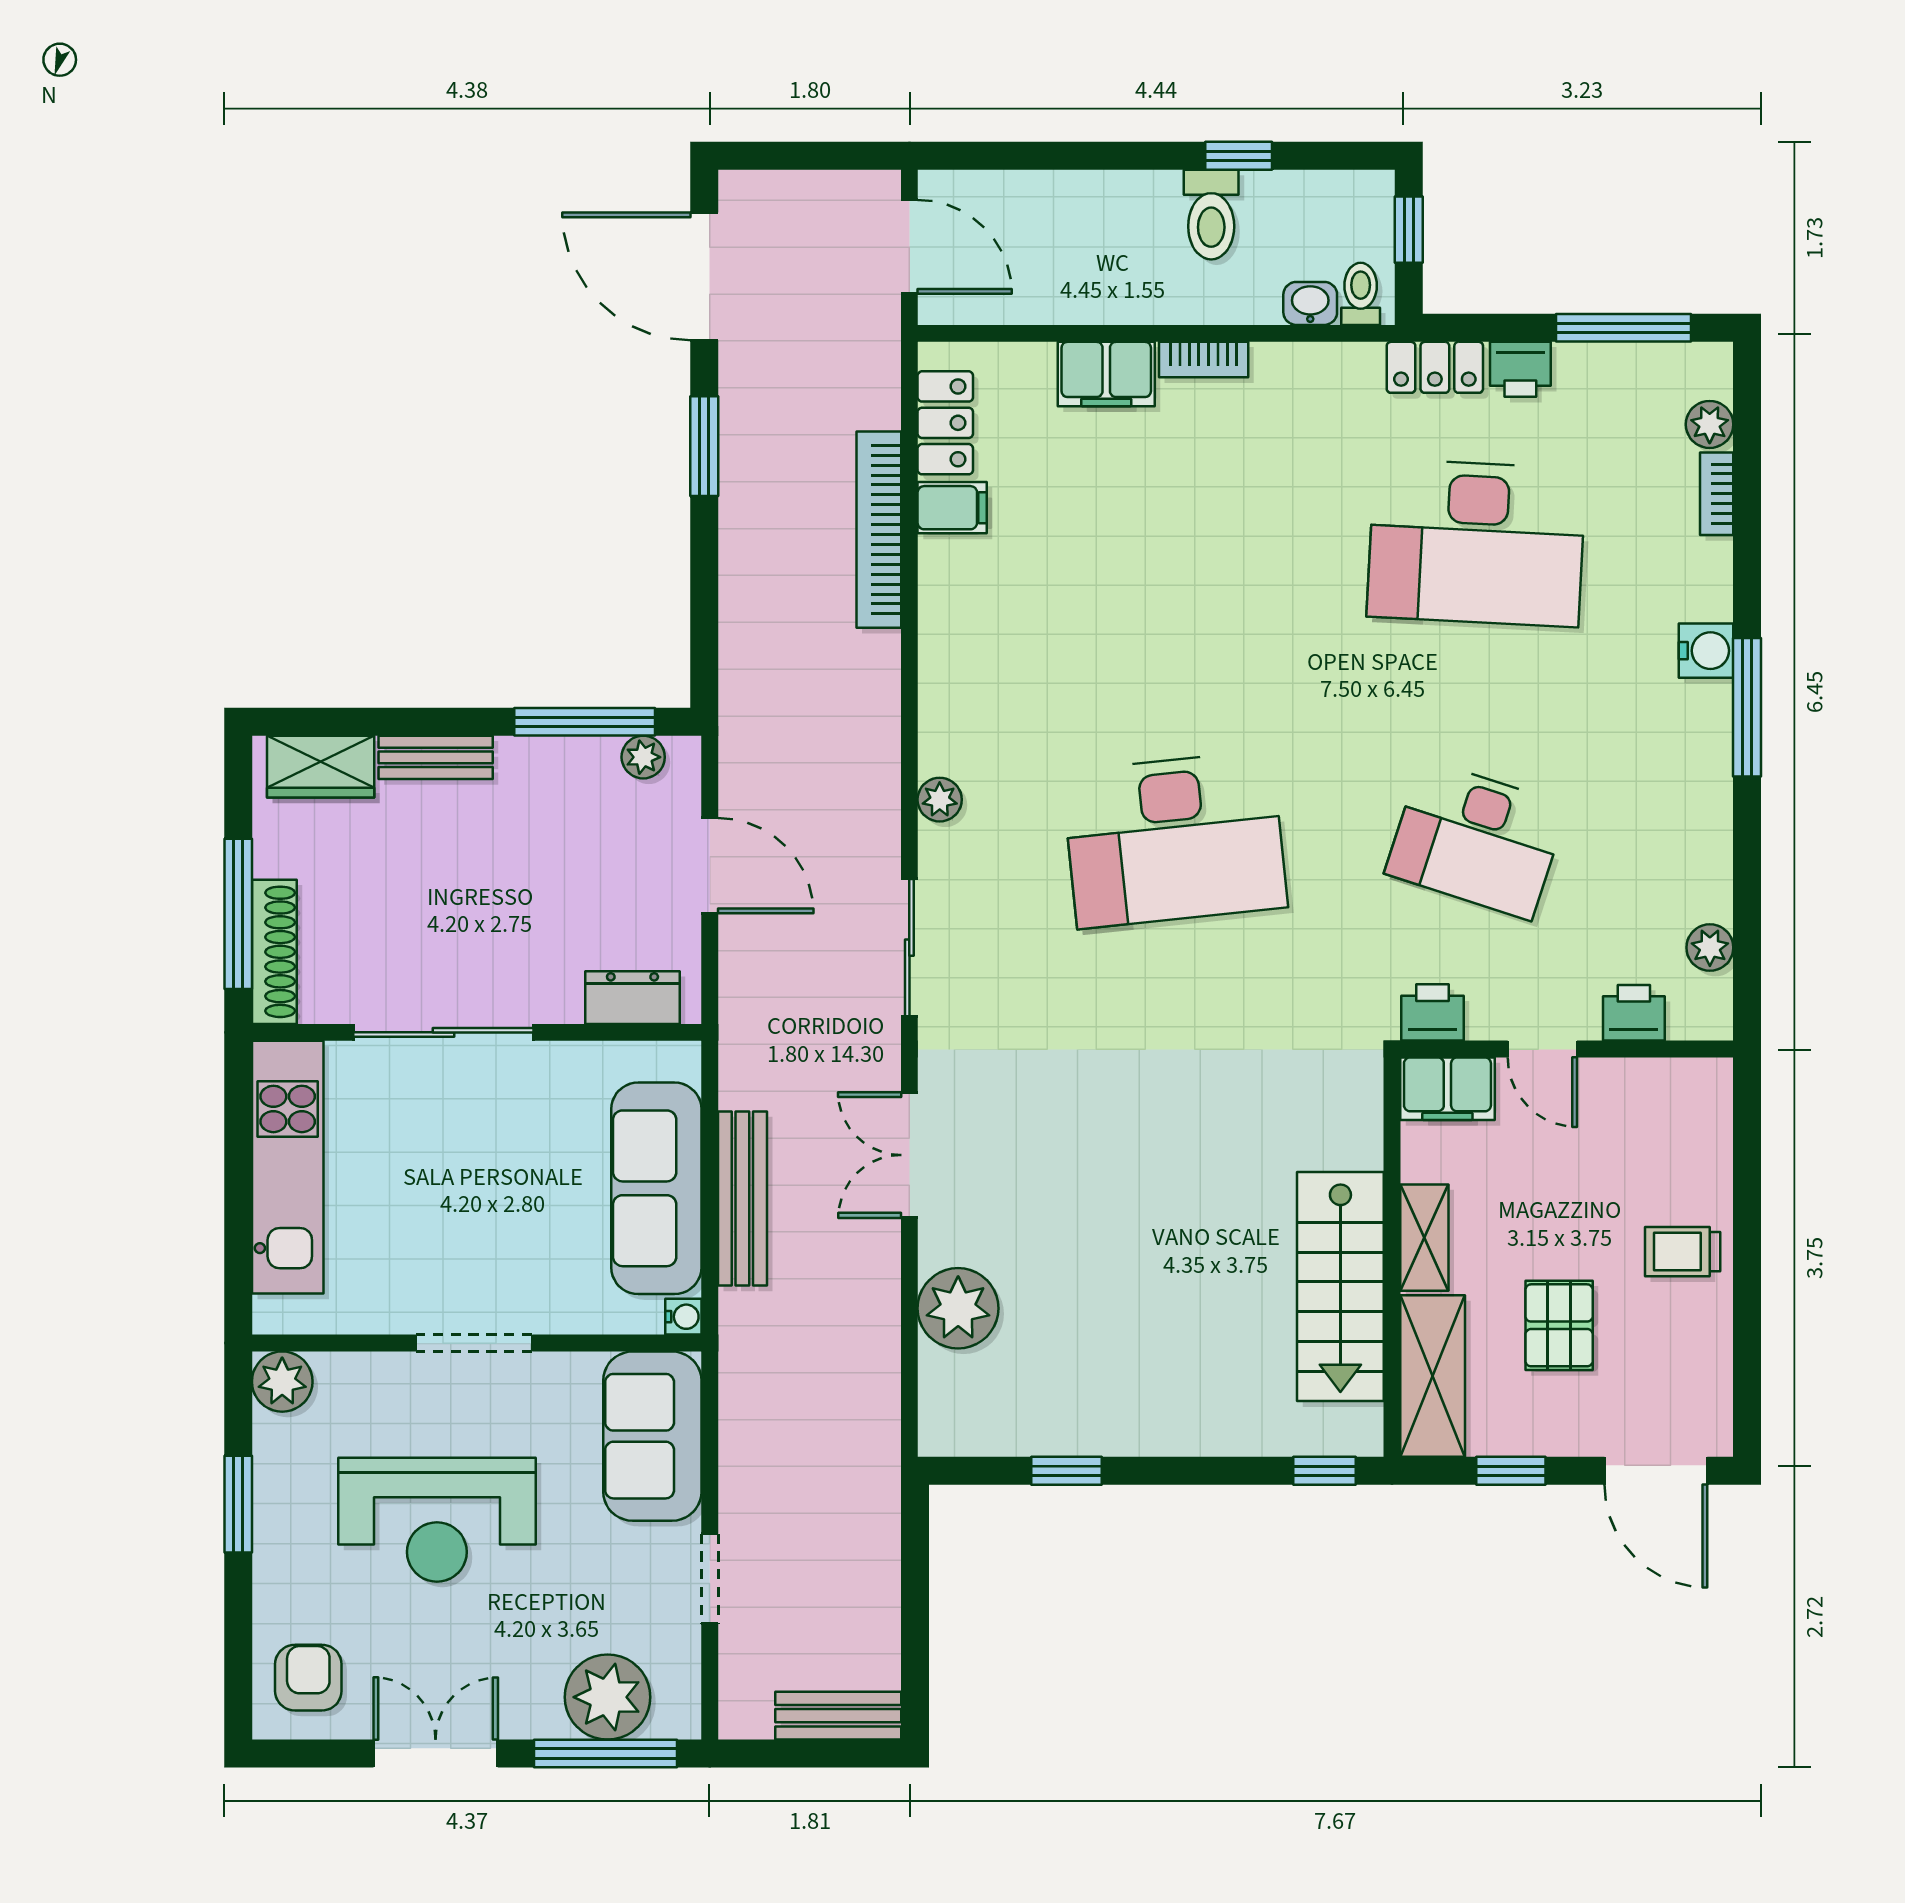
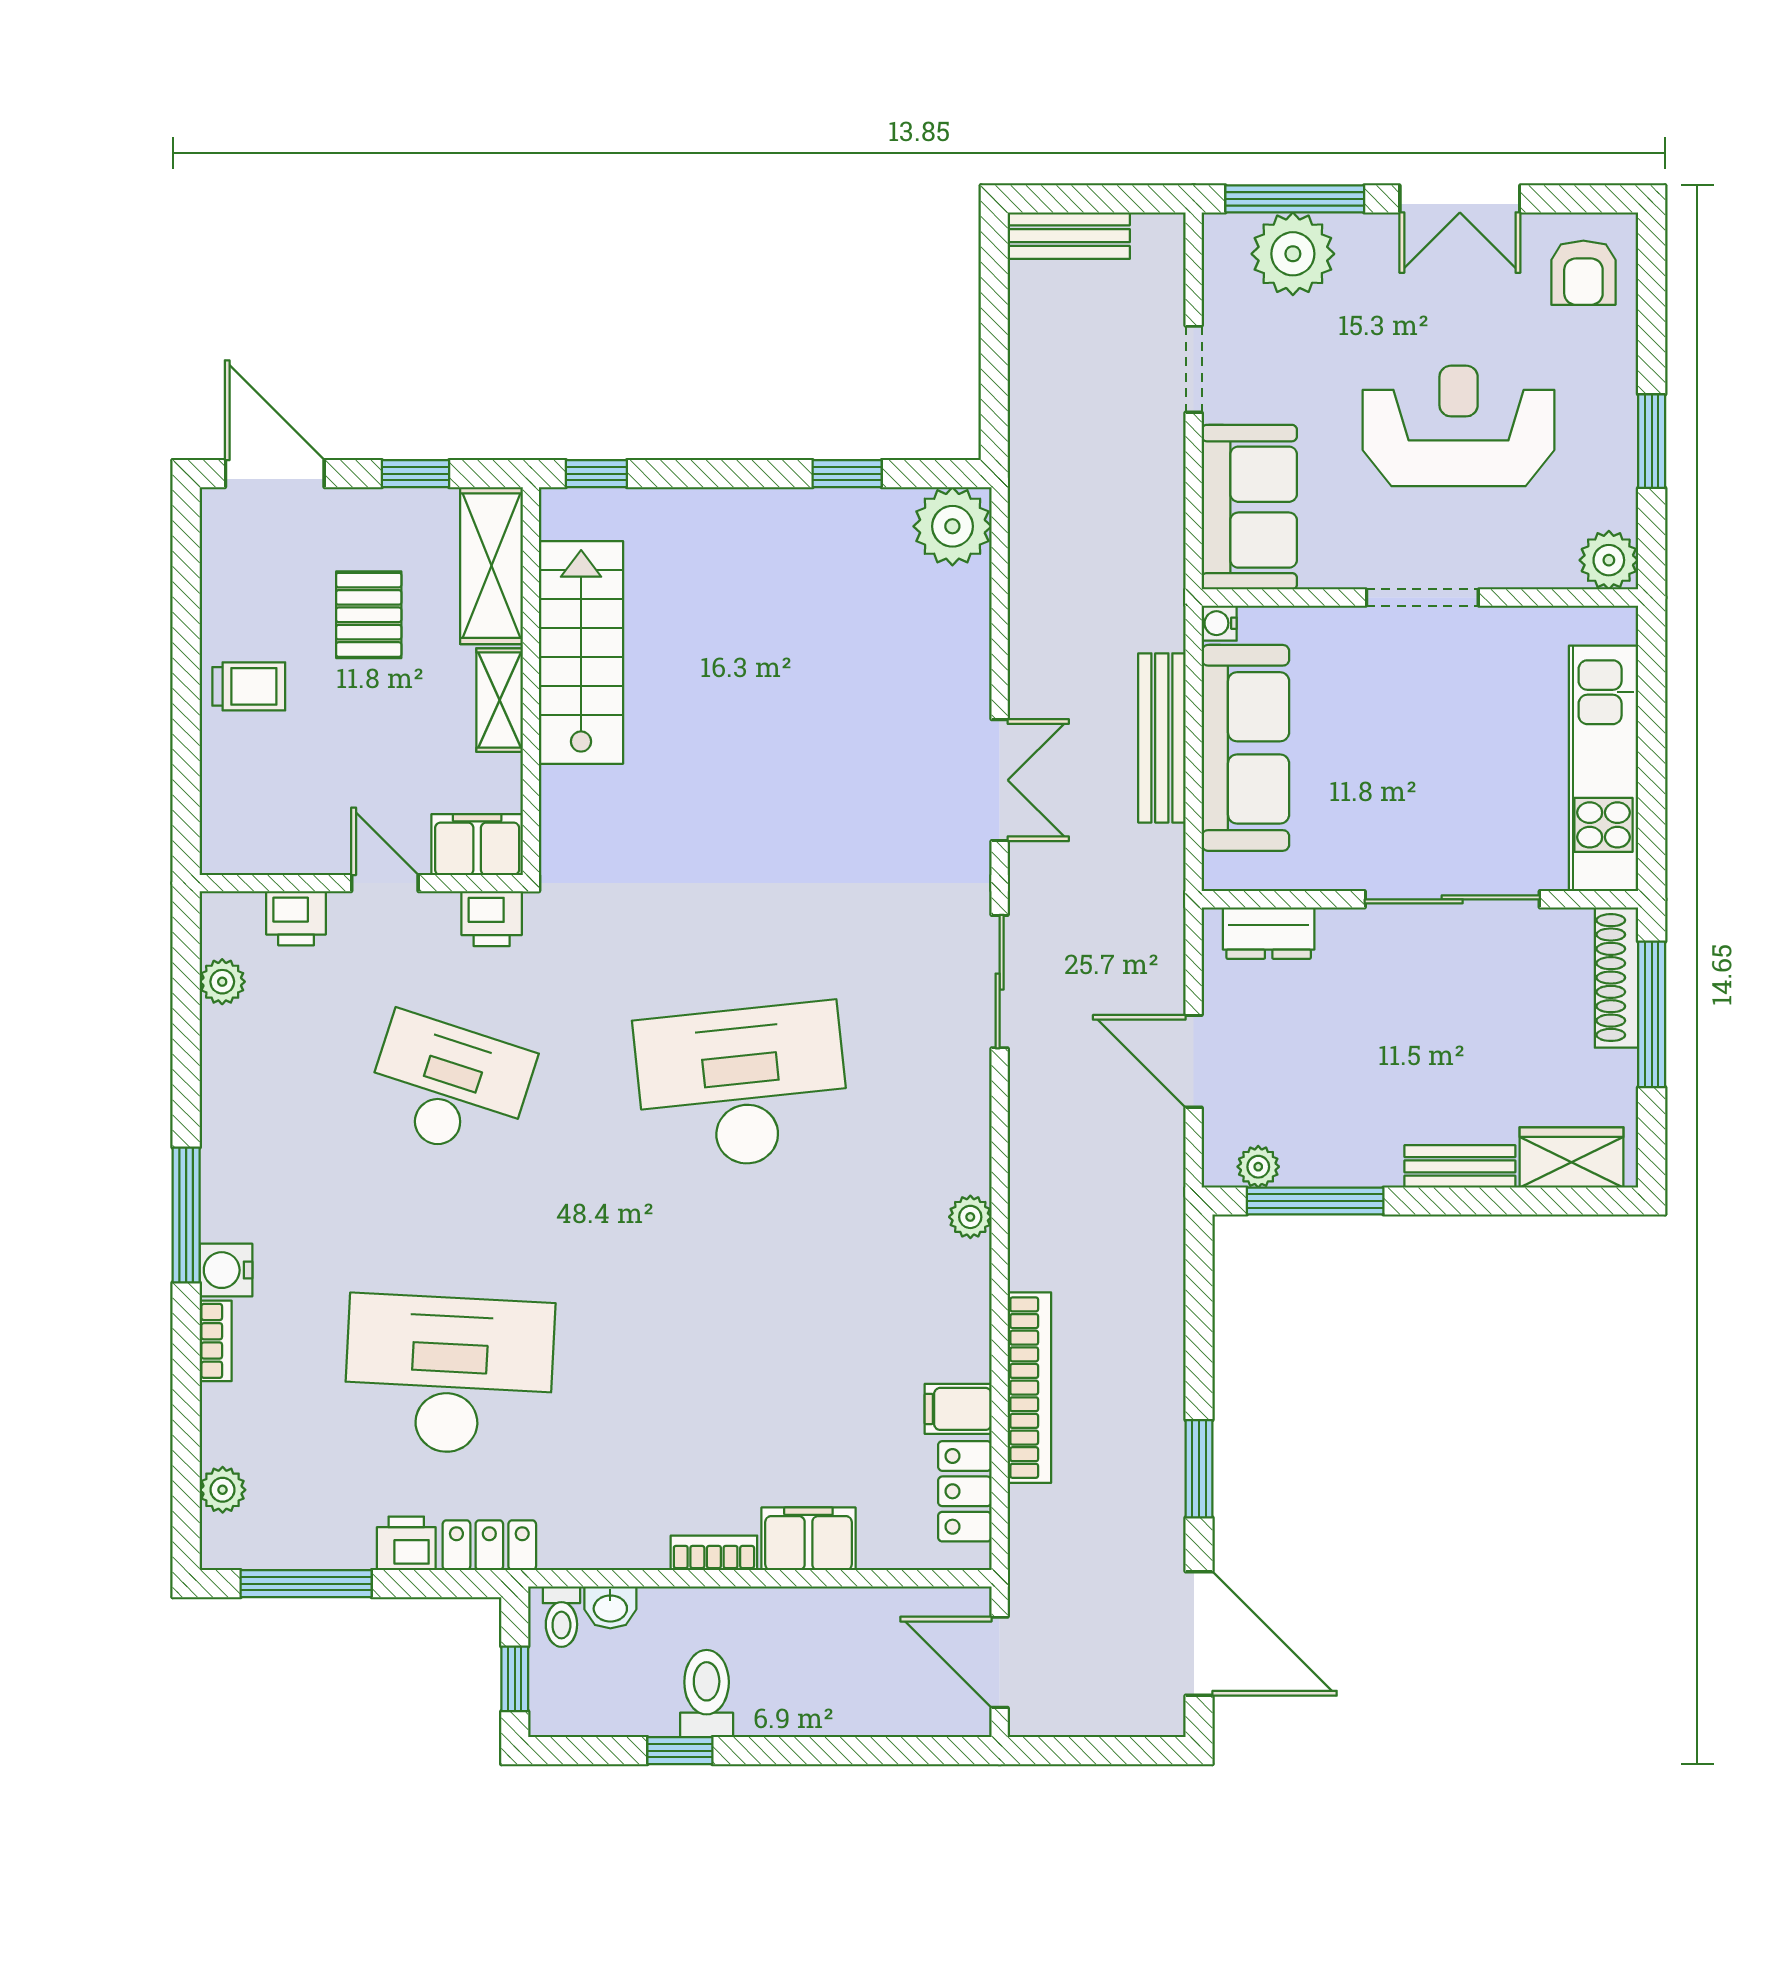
bookcase: (1717, 494) -> (216, 1341), moved
plant: (940, 800) -> (970, 1217), moved
plant: (958, 1308) -> (952, 526), moved

